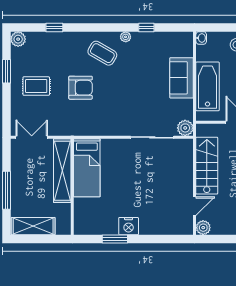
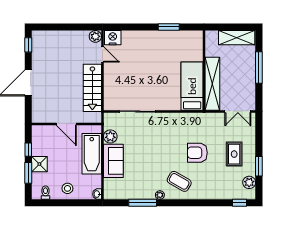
window: (54, 27) -> (240, 203), moved
window: (146, 27) -> (143, 203), width x2.17
plant: (18, 39) -> (249, 182), moved
rug: (36, 86) -> (234, 154), turned 90
plant: (185, 128) -> (110, 136), moved
door: (195, 206) -> (102, 54), swing flipped
nightstand: (129, 226) -> (113, 38), moved

